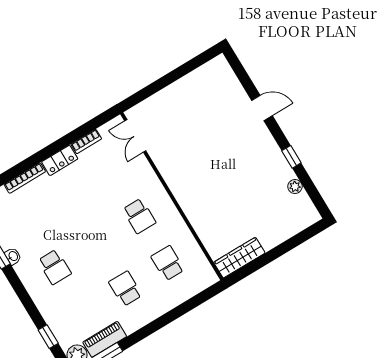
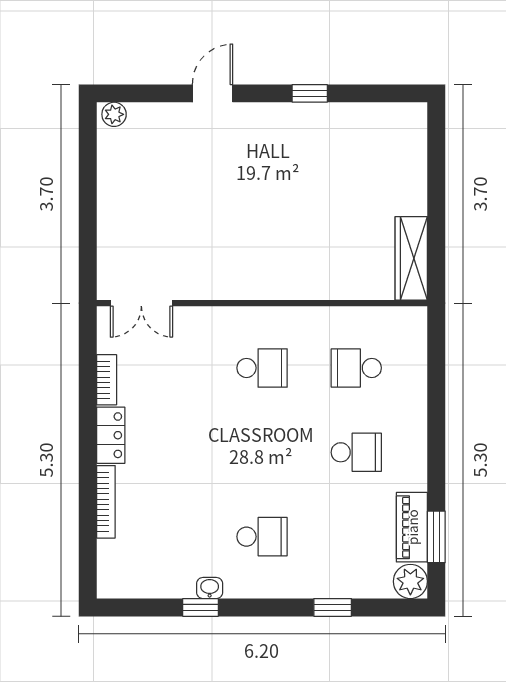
plant: (295, 186) -> (114, 114), moved
school desk: (125, 289) -> (356, 452), turned 180
window: (48, 337) -> (333, 607), moved

